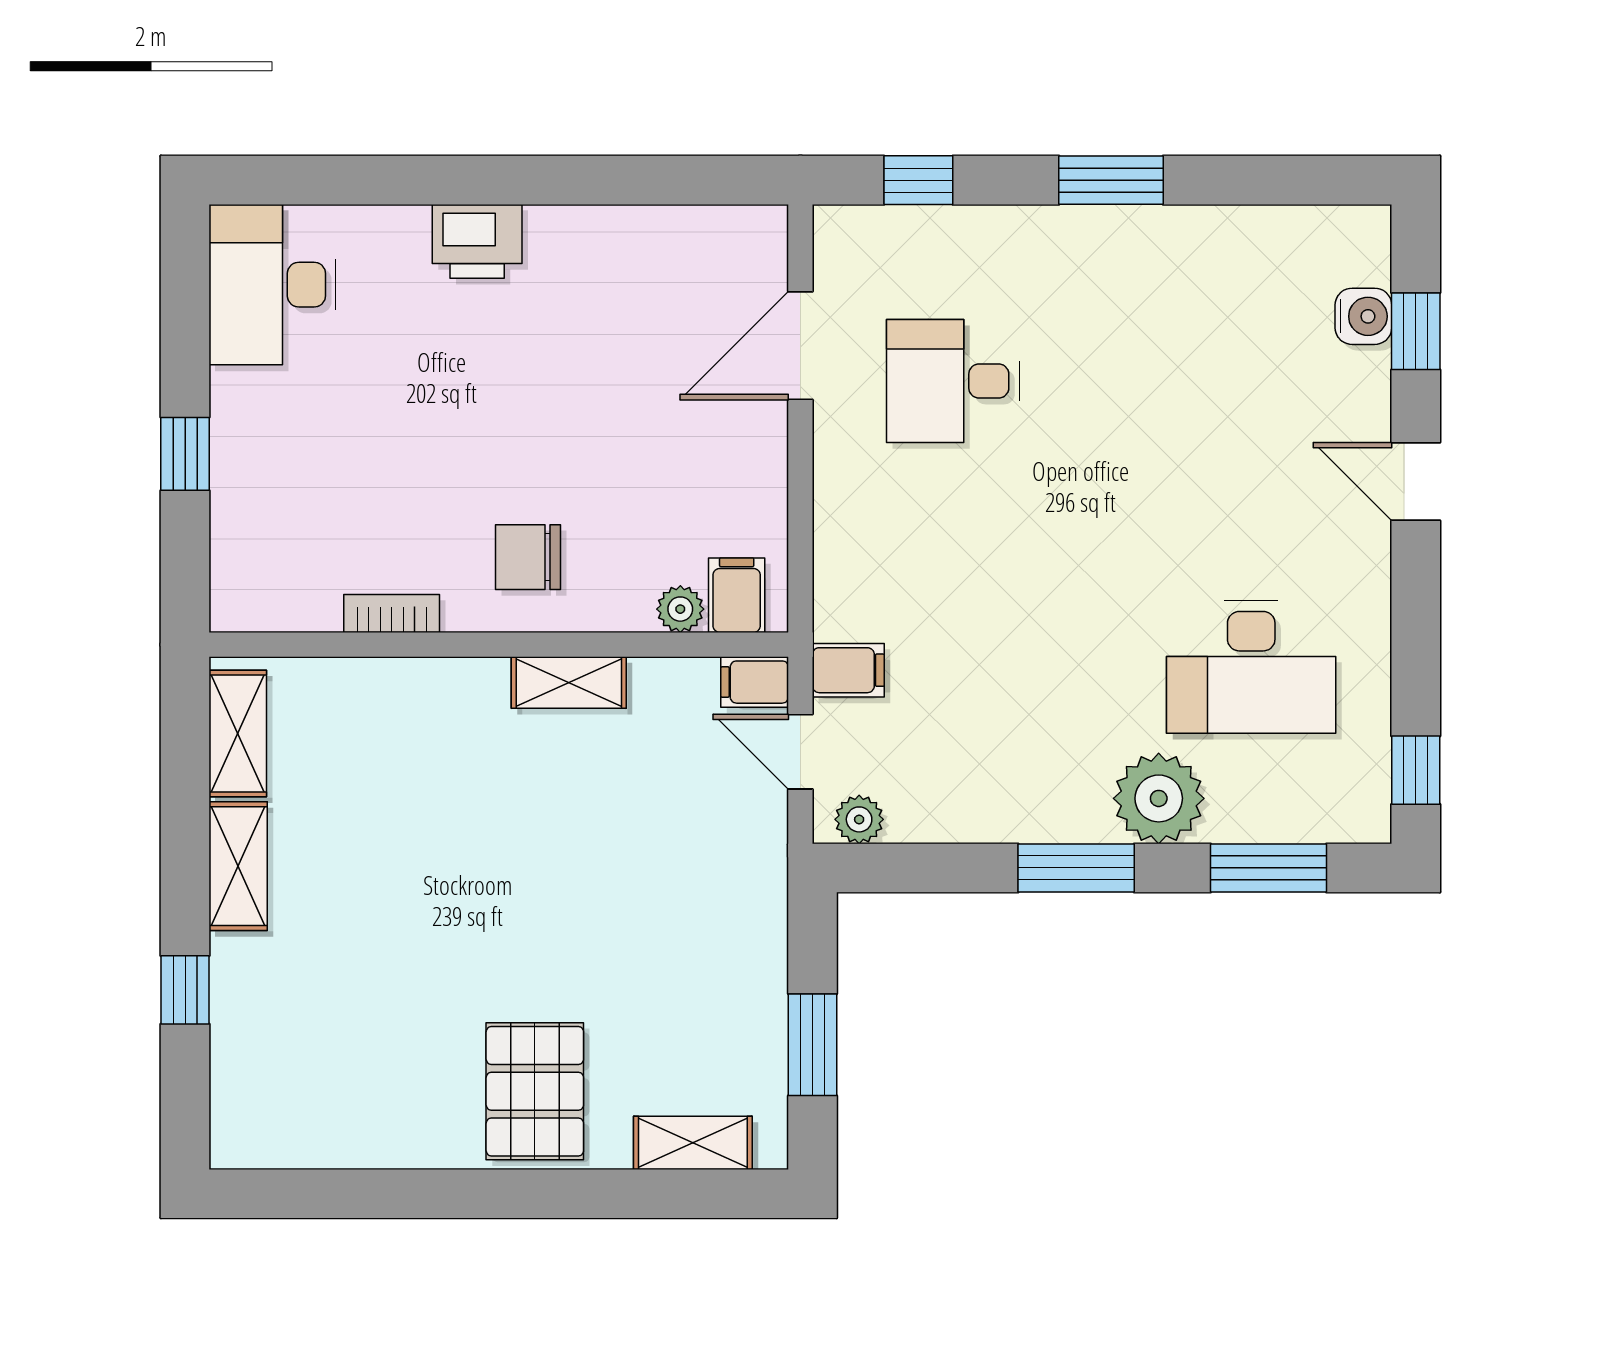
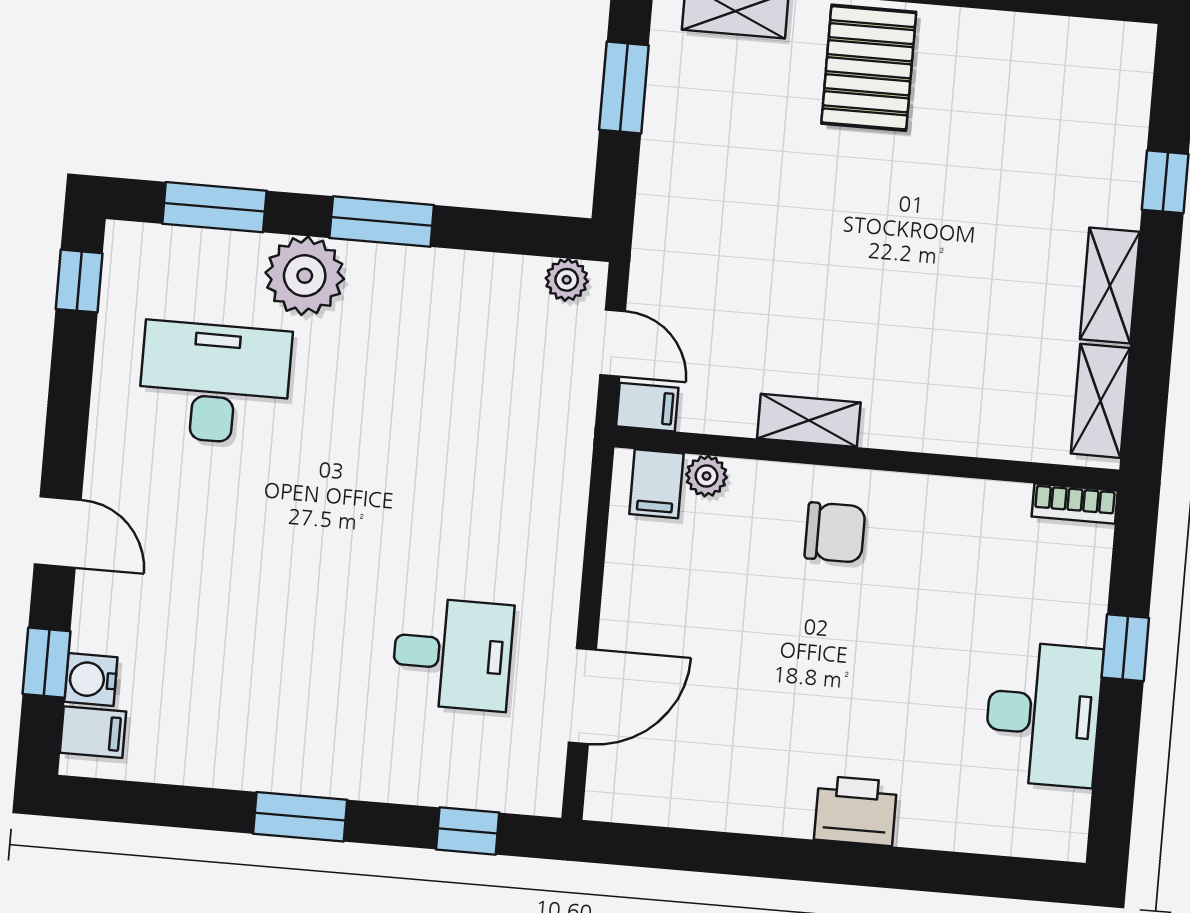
desk: (272, 285) -> (1043, 714), moved
bookcase: (392, 613) -> (1075, 504), moved
filing cabinet: (848, 670) -> (93, 732), moved, turned 180

